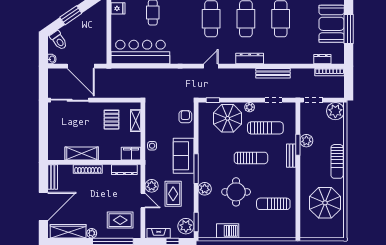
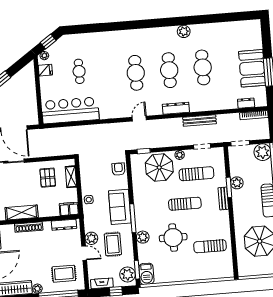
barbecue: (228, 231) -> (146, 274), moved, turned 90

